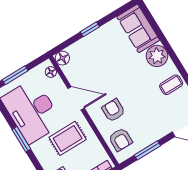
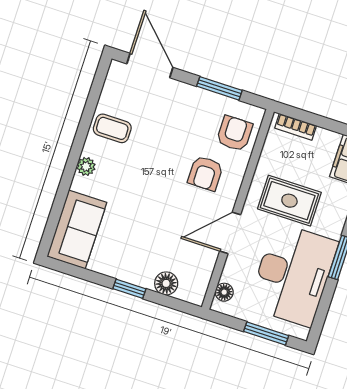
plant: (157, 56) -> (86, 166), width x0.53, depth x0.53
floor lamp: (62, 58) -> (166, 283), moved
door: (76, 98) -> (230, 233), hinge flipped

